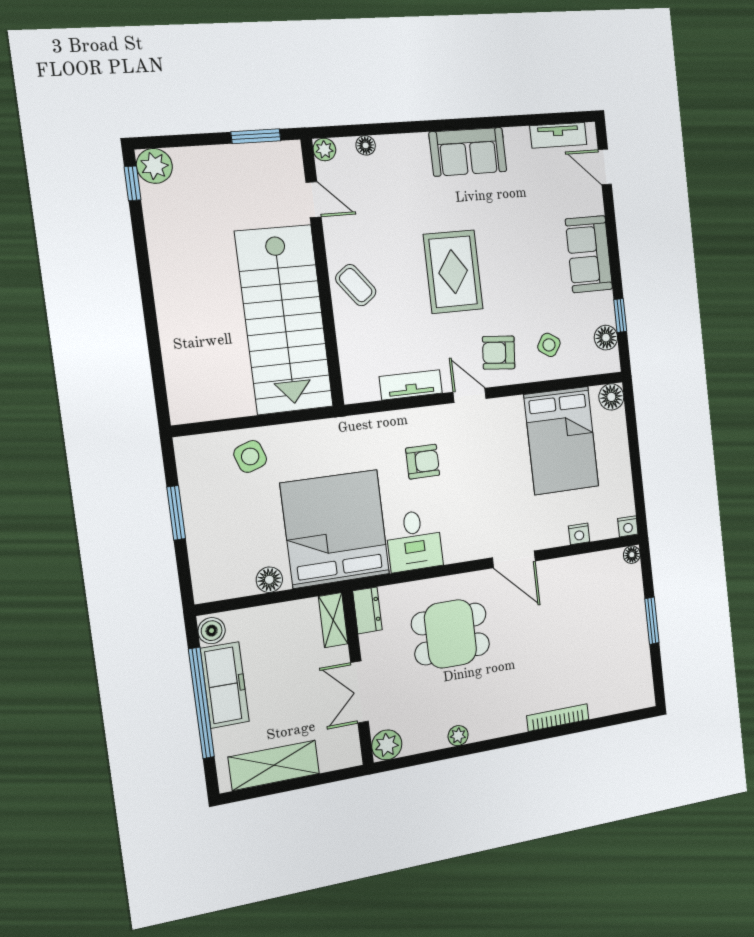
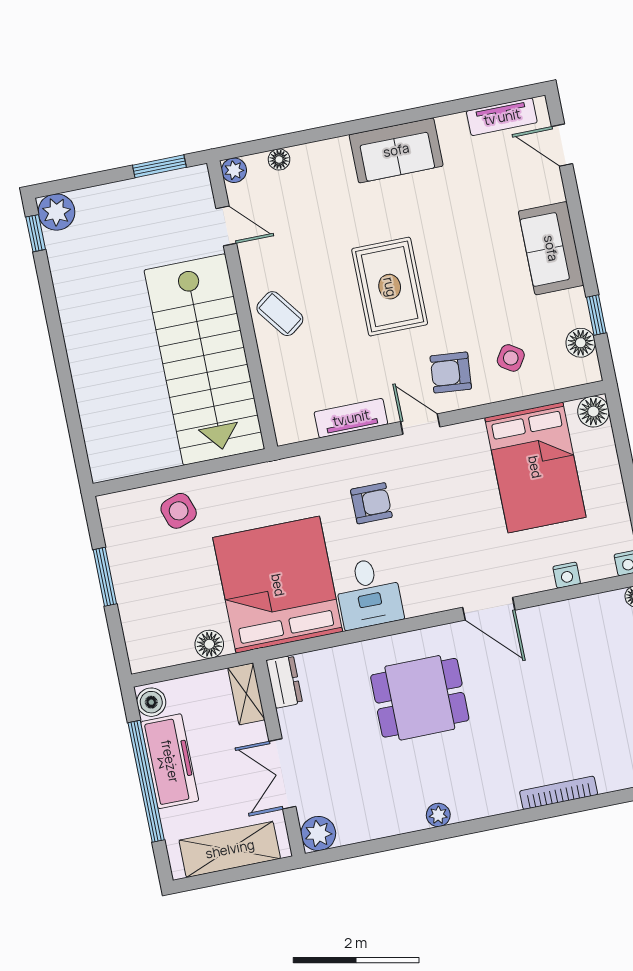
dresser: (367, 610) -> (284, 682), moved
shelving: (333, 620) -> (246, 694), moved
wall: (358, 678) -> (279, 758), moved
double door: (359, 692) -> (282, 774), moved
plant: (387, 745) -> (318, 834), moved

